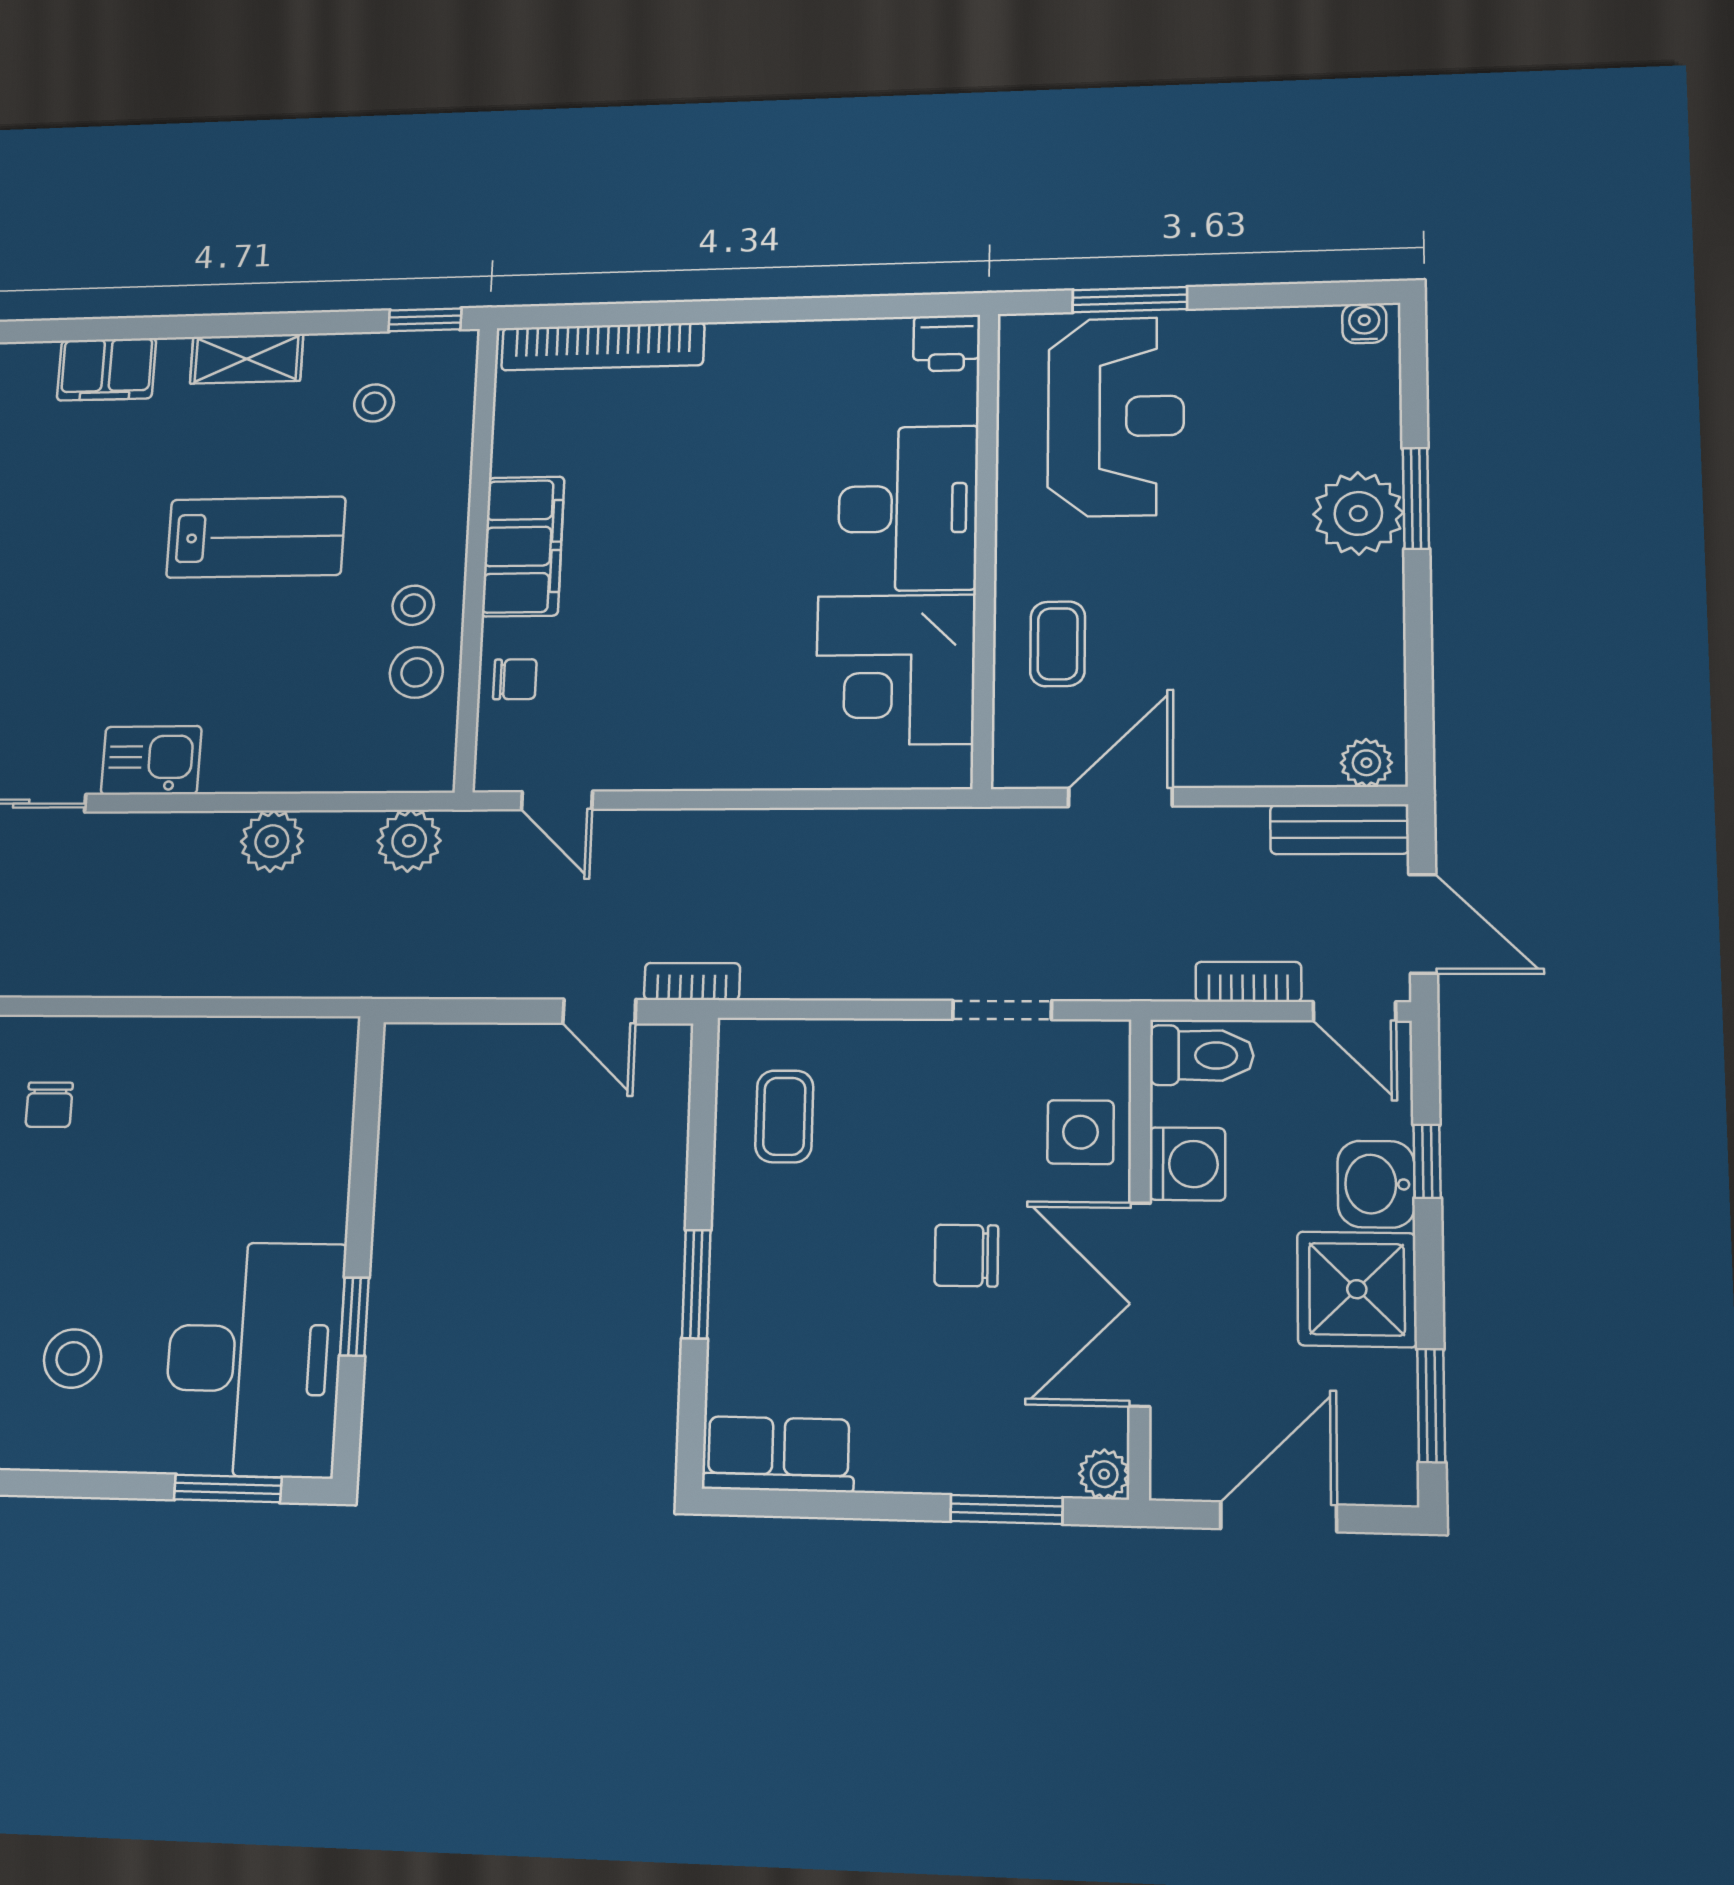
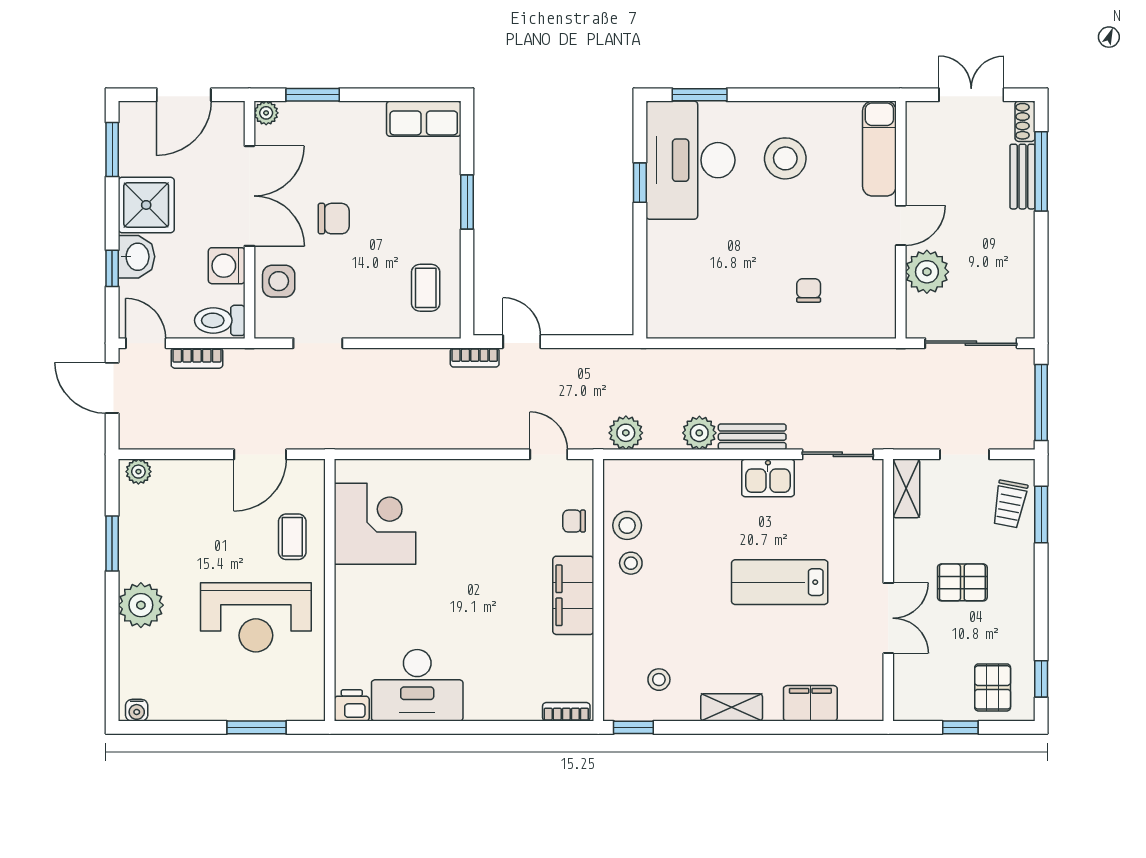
bookcase: (603, 347) -> (566, 712), width x0.43, depth x0.76
reception desk: (1116, 417) -> (256, 617), moved, turned -90
window: (1416, 498) -> (112, 543), moved
desk: (908, 508) -> (417, 685), moved, turned -90
lab bench: (256, 537) -> (780, 582), moved
bench: (1339, 829) -> (752, 437), moved
stool: (73, 1358) -> (785, 158), width x1.38, depth x1.38

